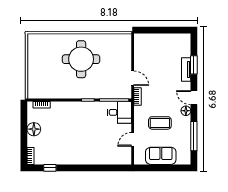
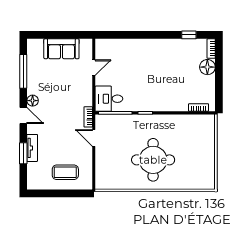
coffee table: (160, 123) -> (65, 172), moved
floor lamp: (34, 129) -> (207, 67), moved

